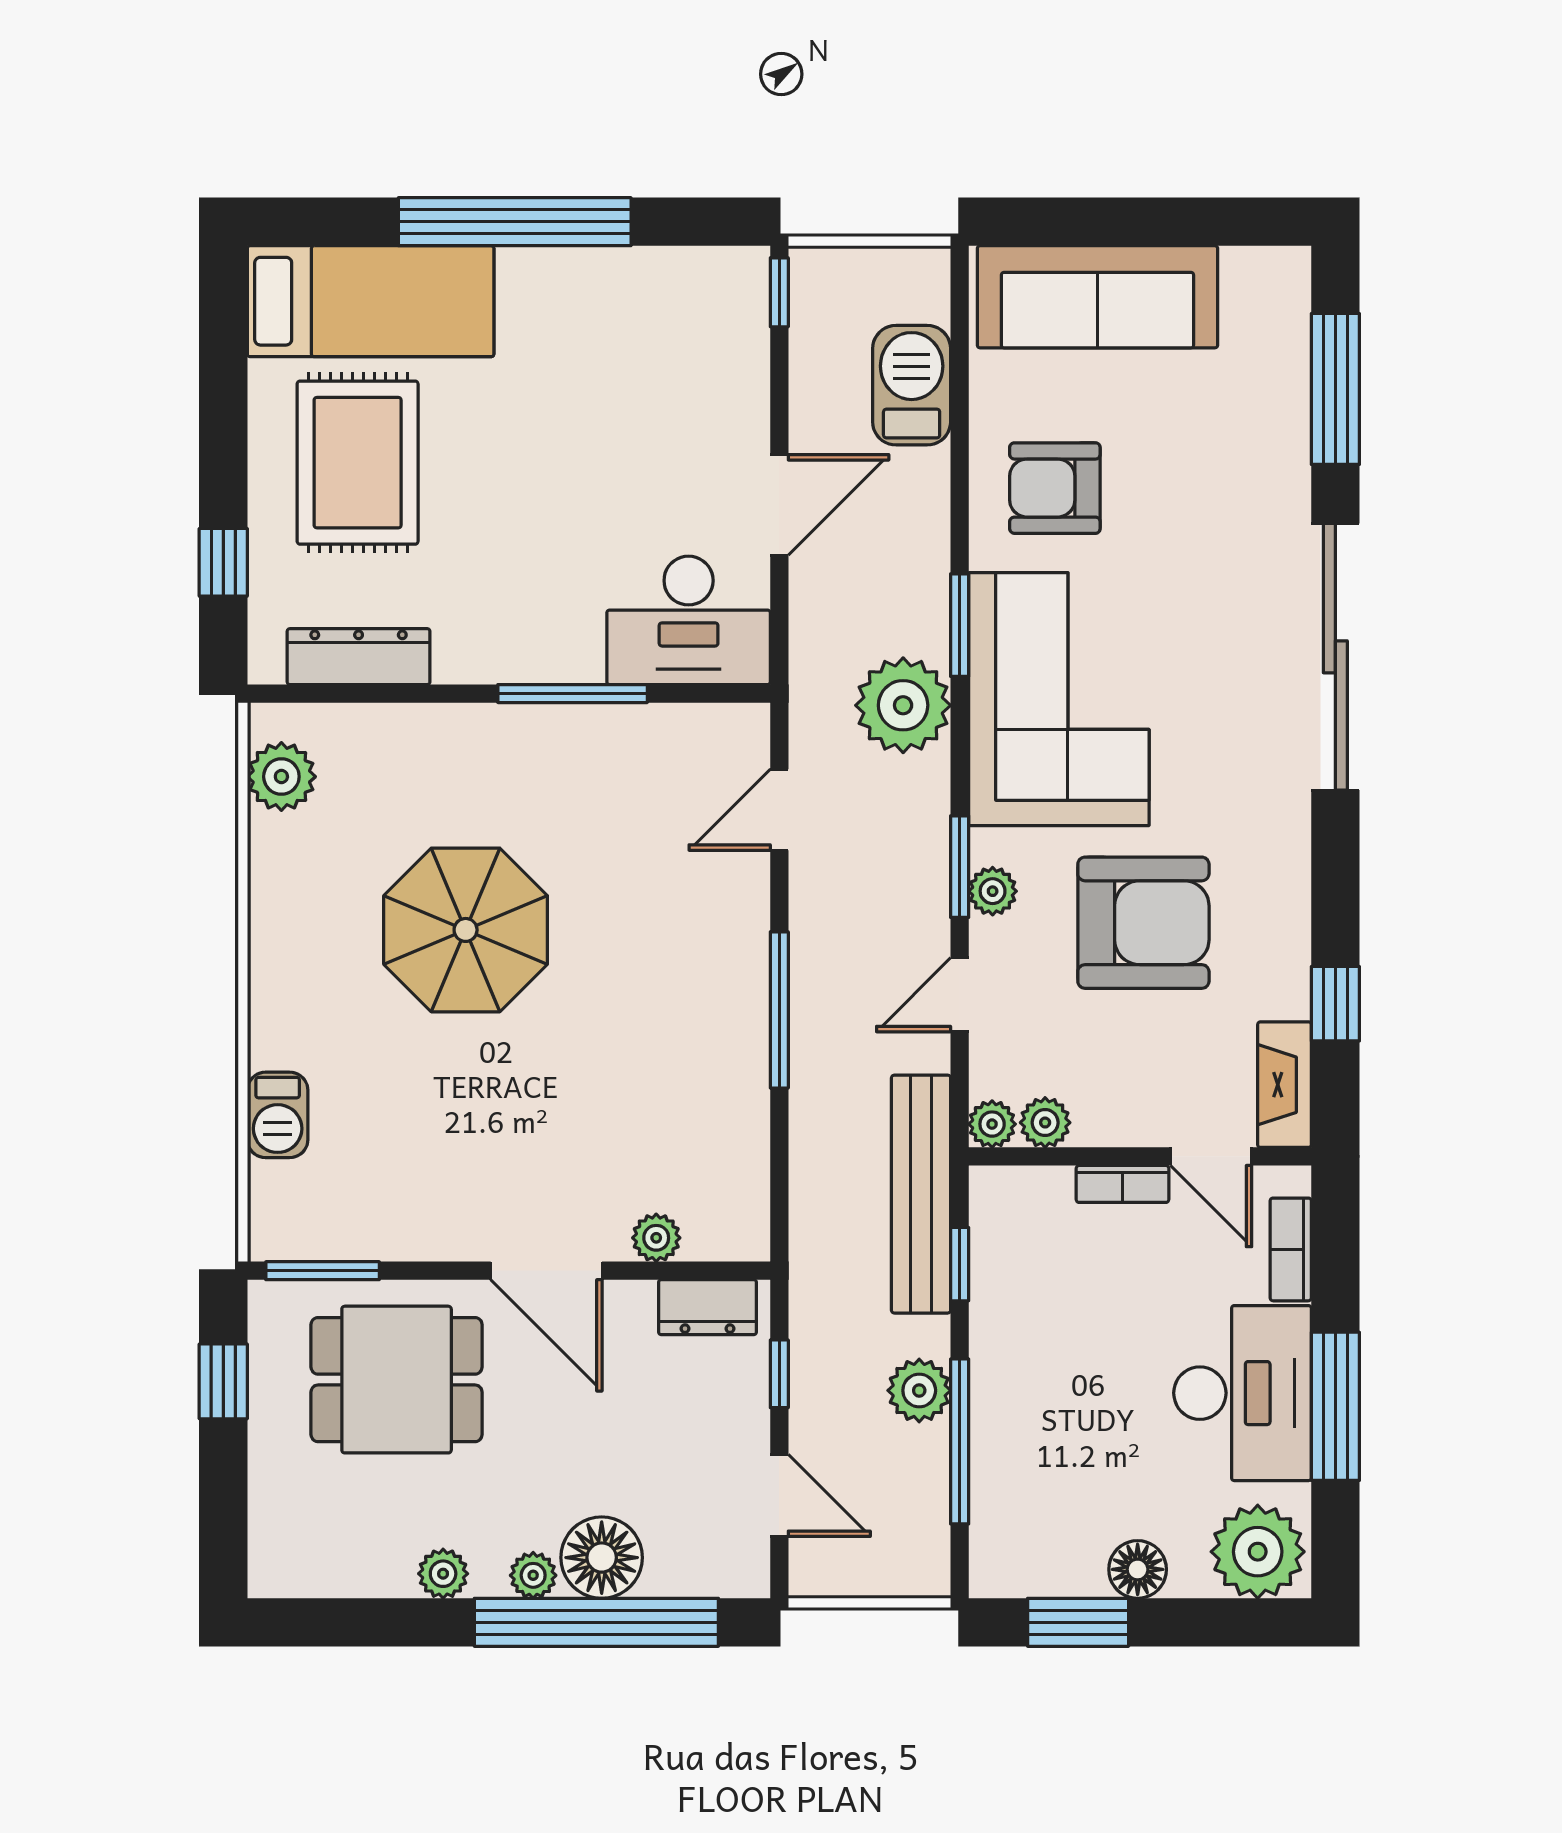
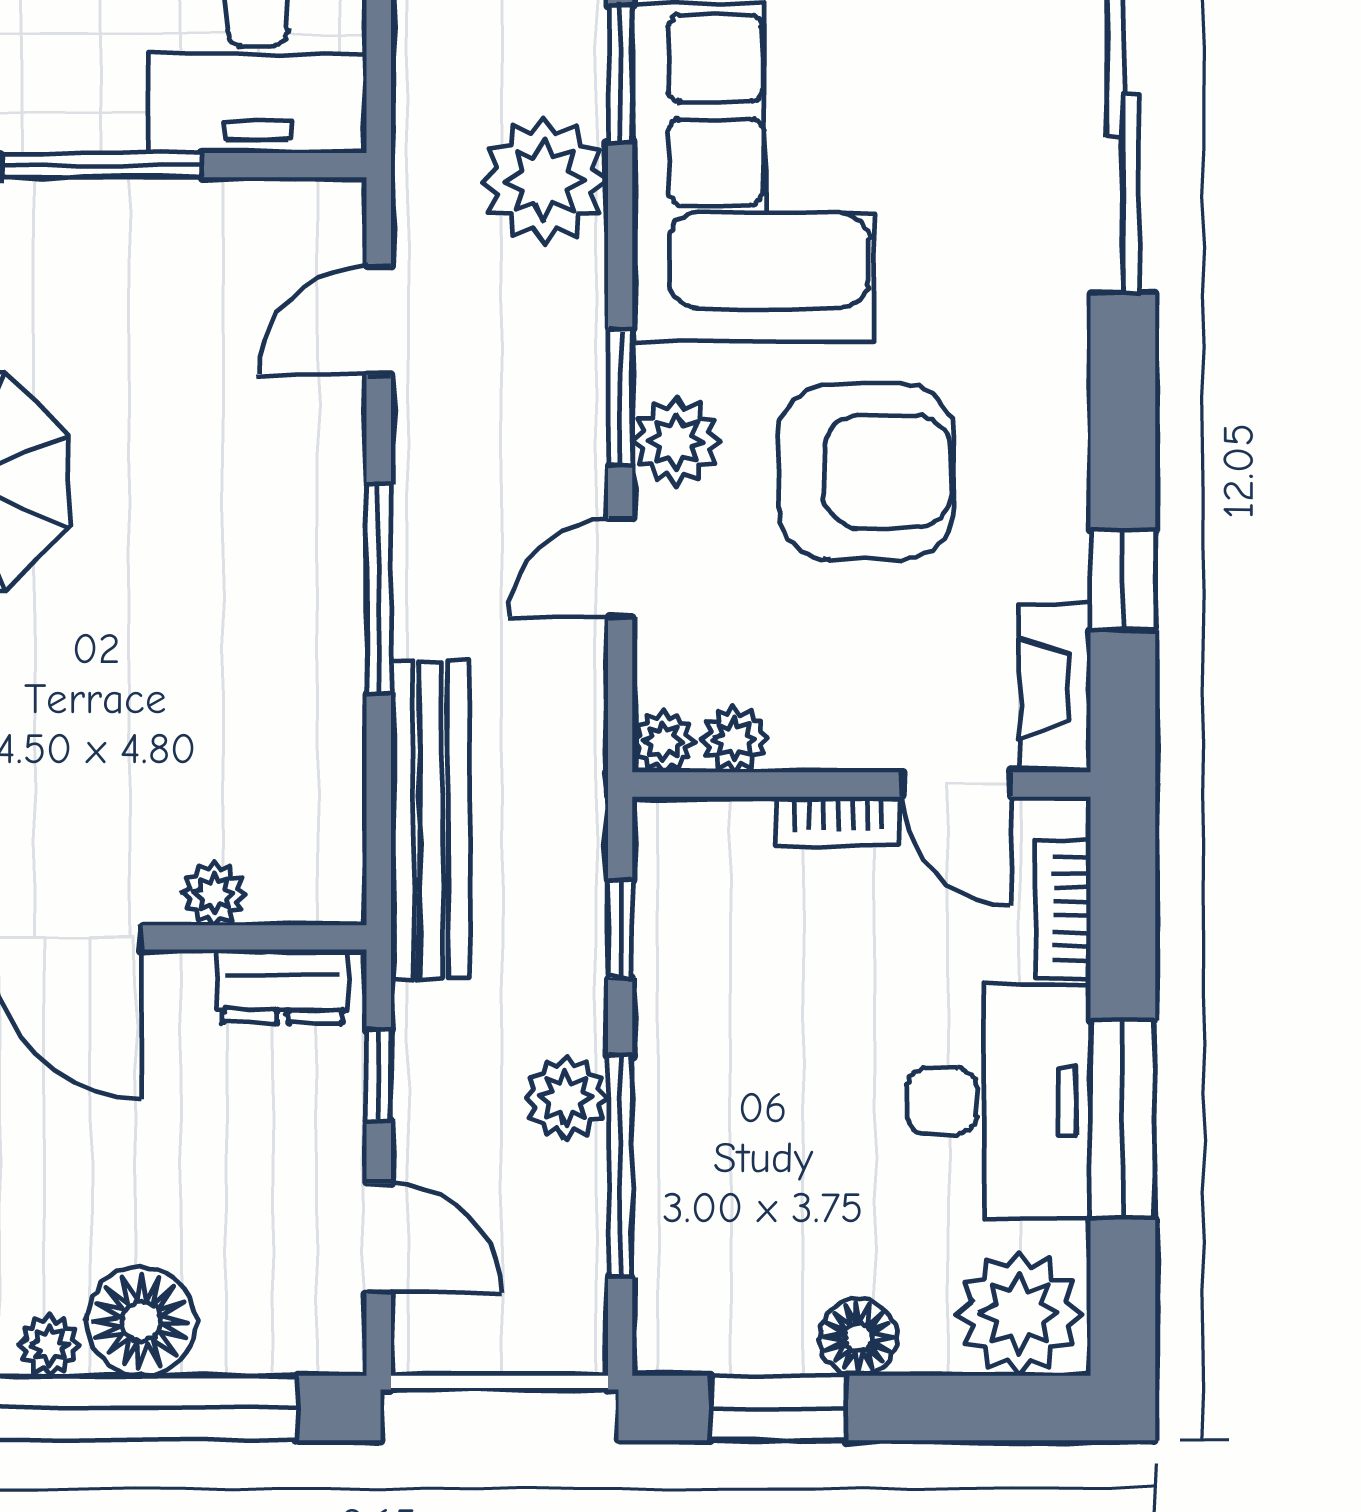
plant: (993, 891) -> (676, 442), width x1.38, depth x1.38
bench: (921, 1194) -> (430, 820), moved

